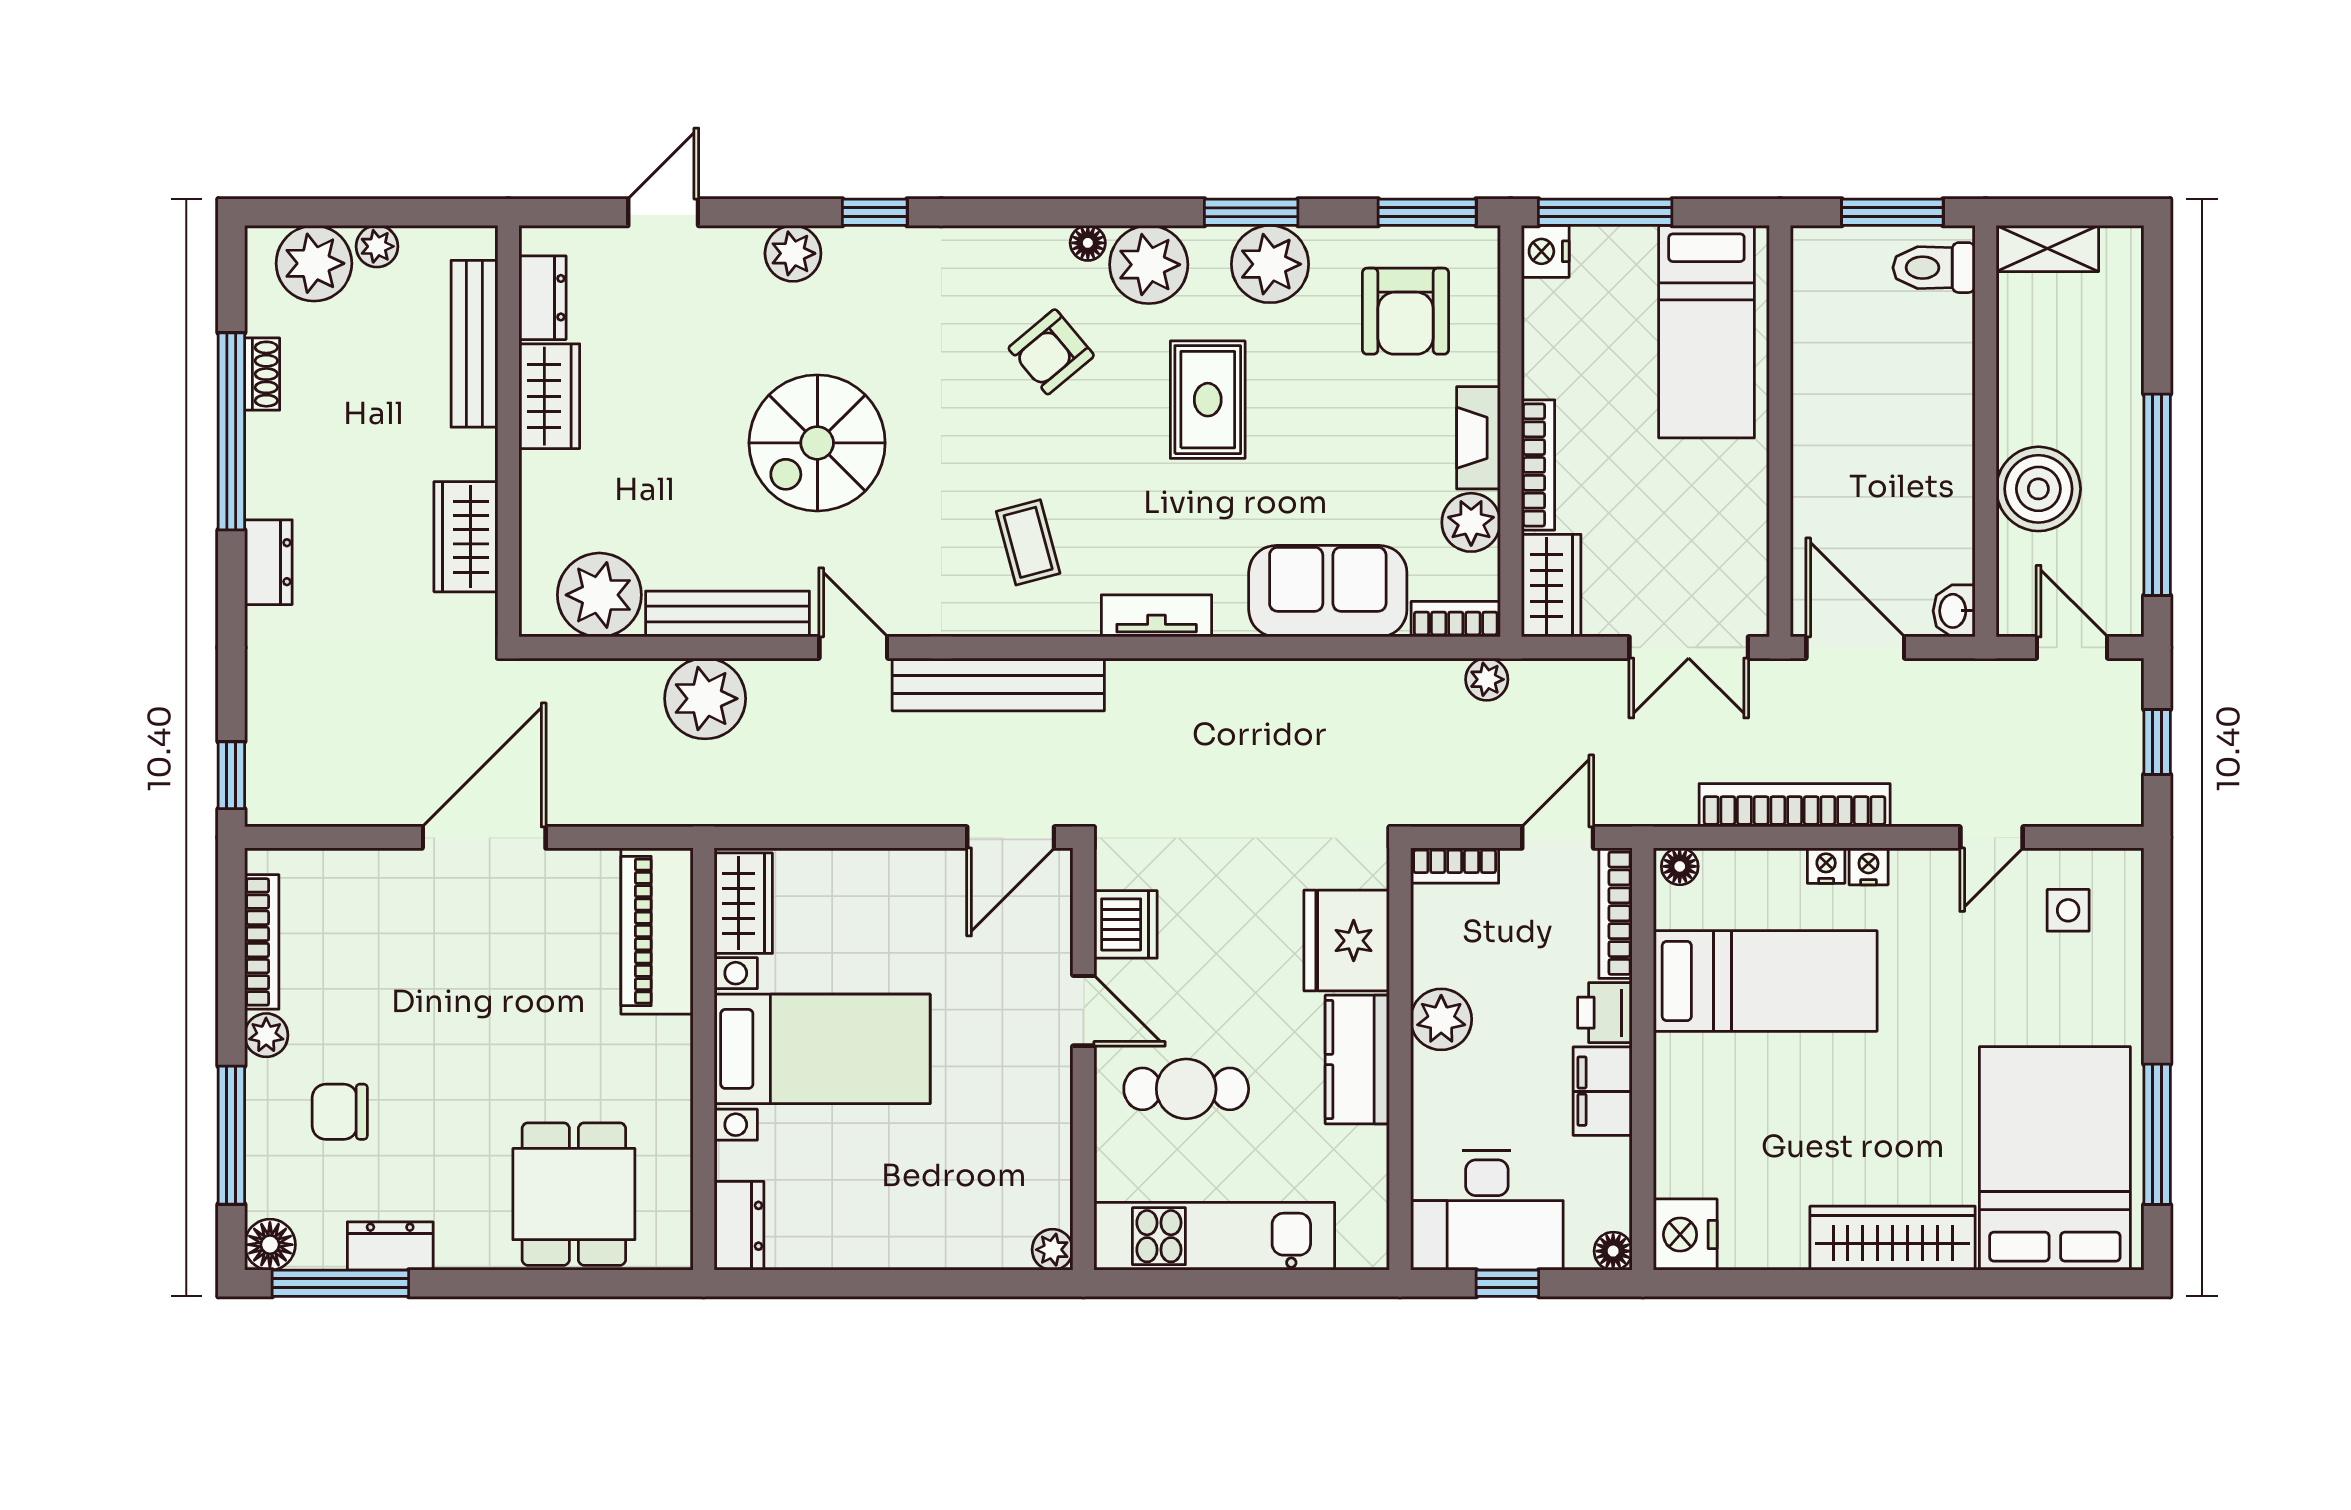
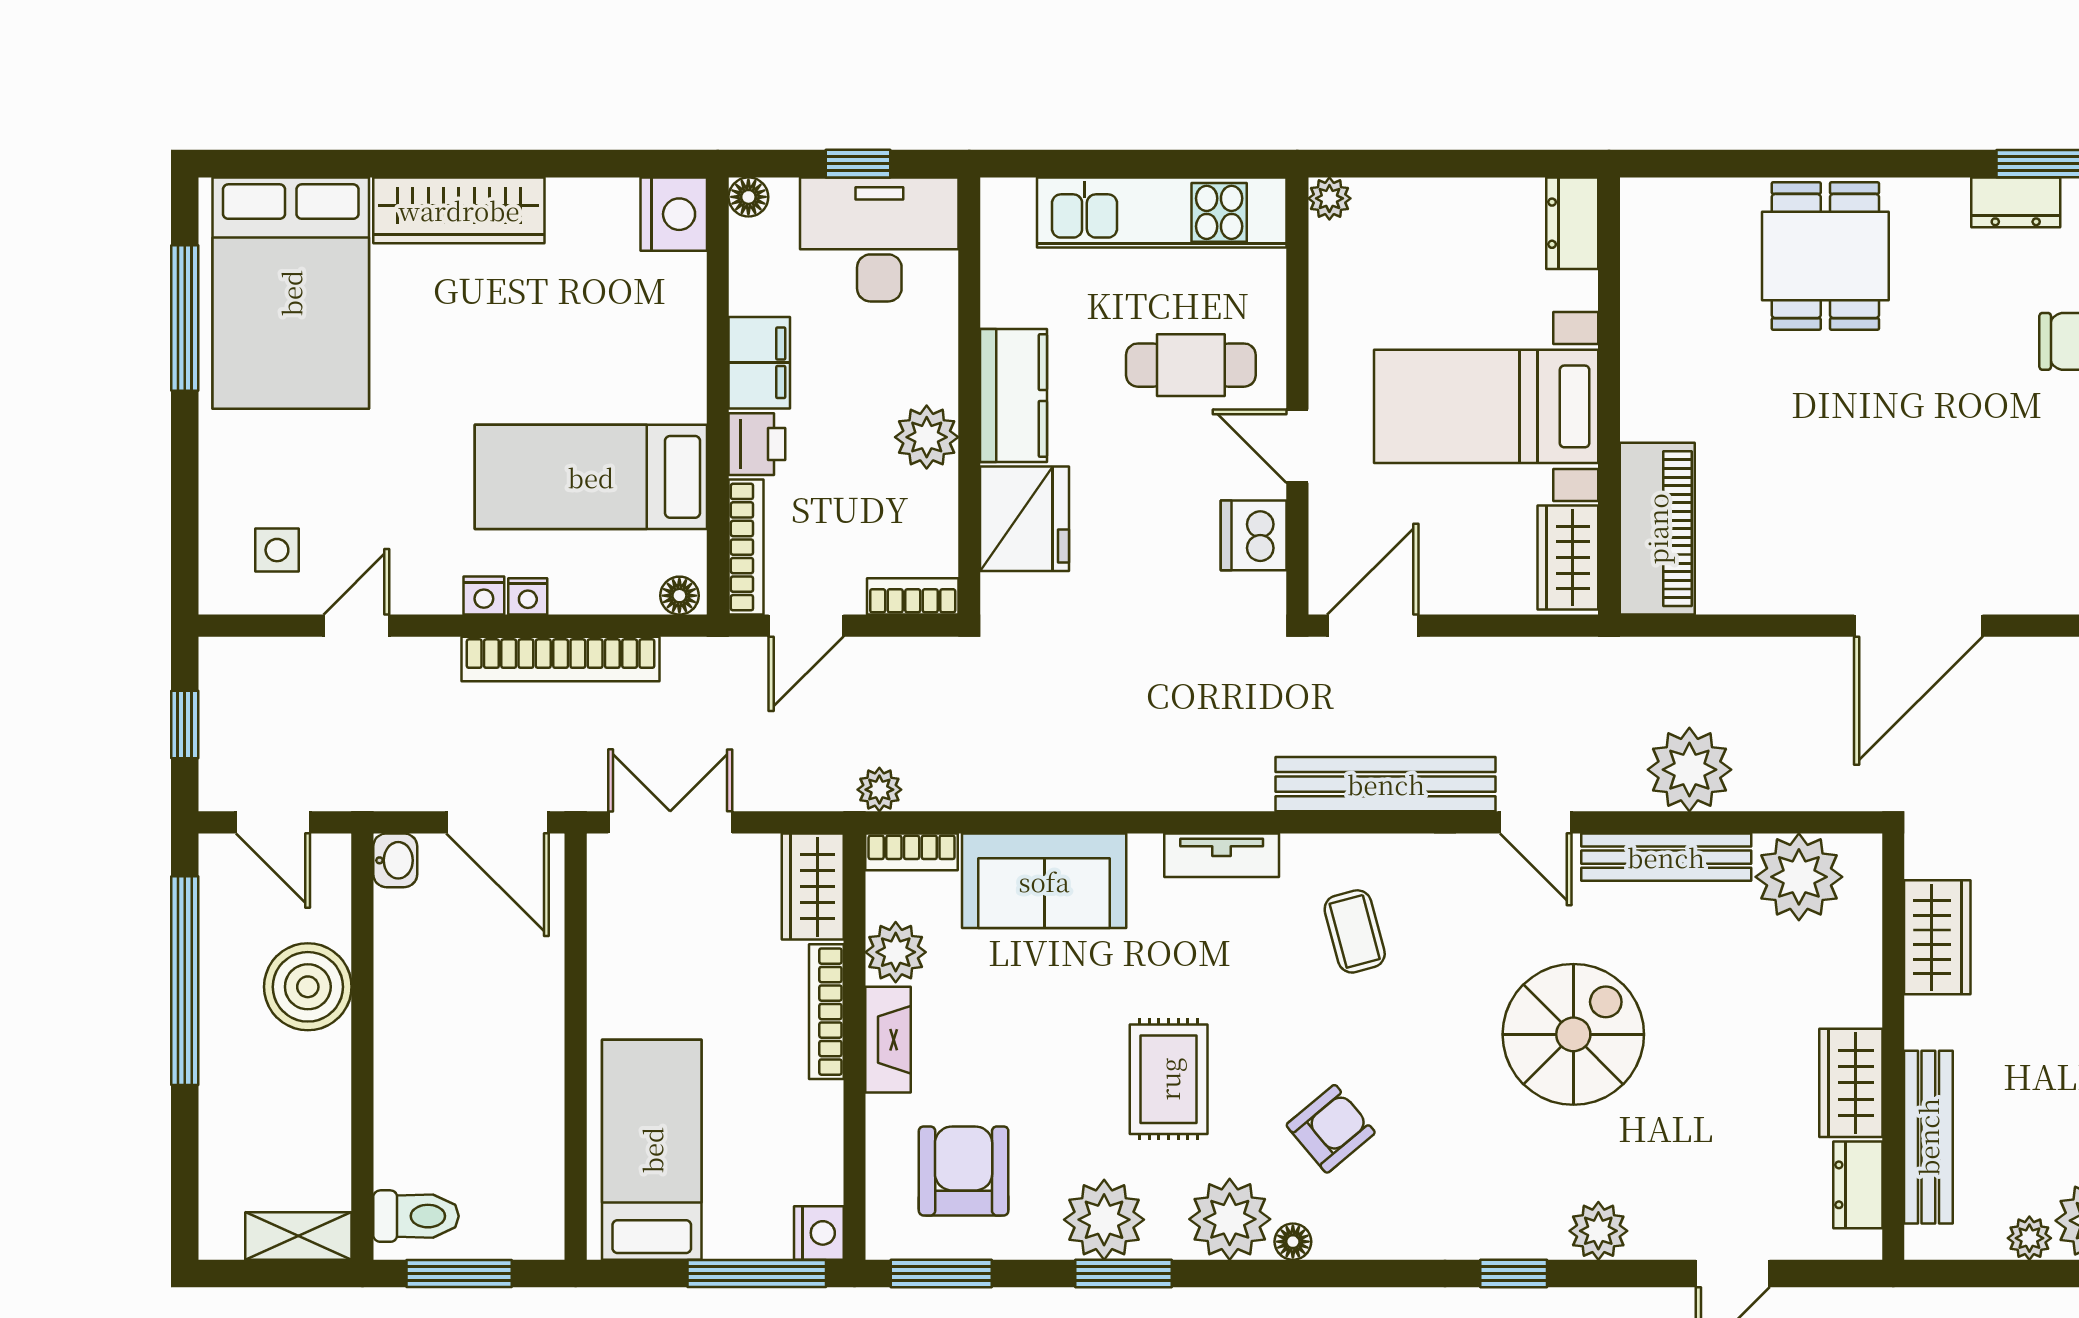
wardrobe: (743, 903) -> (1568, 557), moved
piano: (657, 931) -> (1657, 529), moved
bed with nightstands: (822, 1049) -> (1486, 406), moved
wall: (704, 1059) -> (1609, 396), moved
dresser: (739, 1226) -> (1572, 223), moved

